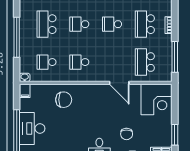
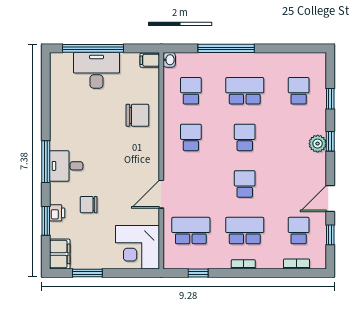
window: (175, 57) -> (198, 273), width x0.46
chair: (64, 100) -> (137, 115), turned -90

